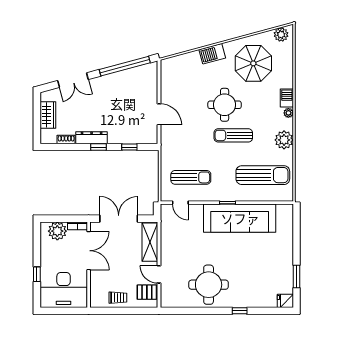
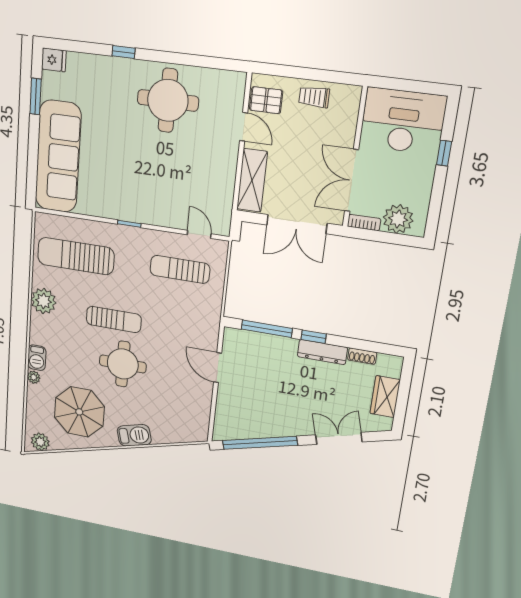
plant: (288, 113) -> (34, 377), moved
window: (129, 147) -> (267, 329), width x2.17
sofa: (240, 218) -> (58, 157), moved, turned 90

